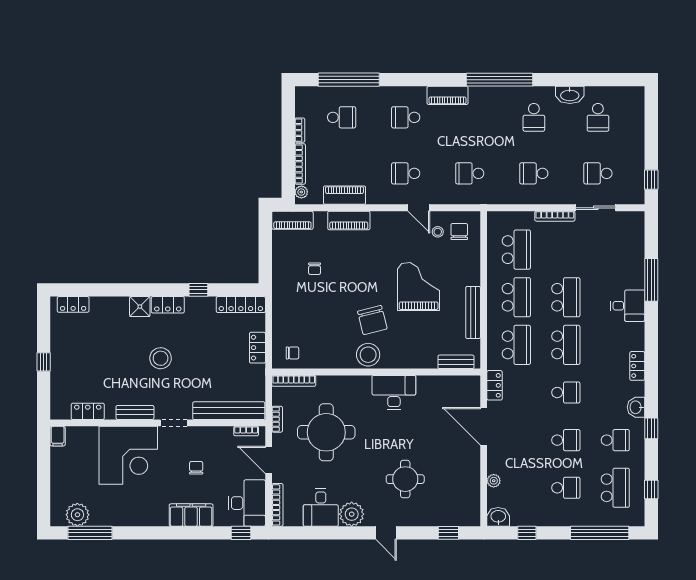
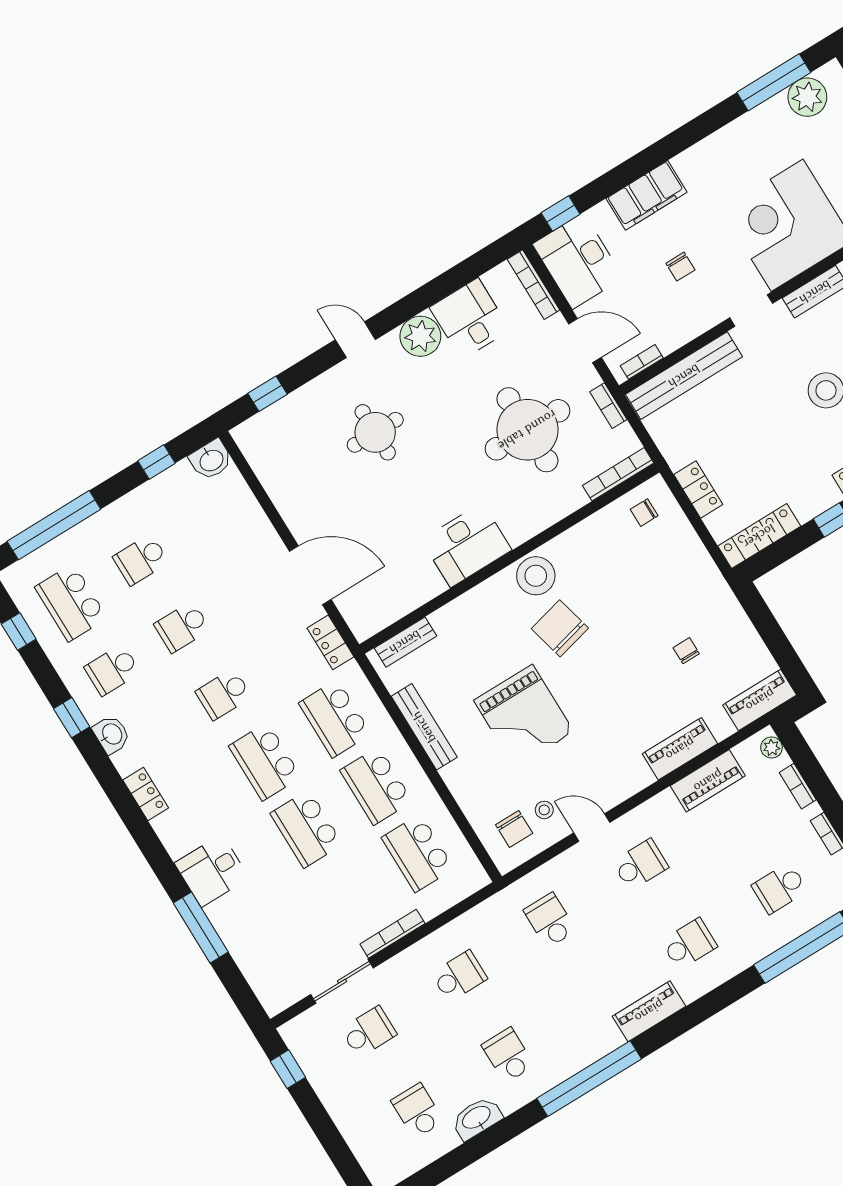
bookcase: (300, 164) -> (798, 786), width x0.64
school desk: (470, 173) -> (550, 920), turned -90
plant: (494, 481) -> (249, 507), removed

